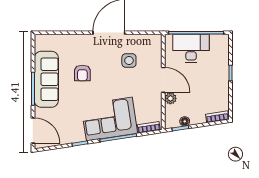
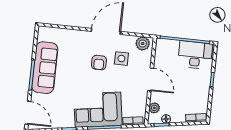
plant: (150, 42) -> (143, 44), added
desk: (191, 48) -> (195, 55), moved
armchair: (82, 73) -> (99, 63), moved
plant: (170, 98) -> (154, 108), moved

